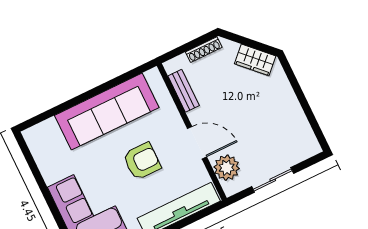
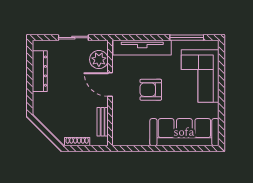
wardrobe: (255, 60) -> (48, 119), removed
sofa: (107, 111) -> (184, 132), moved
dresser: (295, 117) -> (40, 71), added

